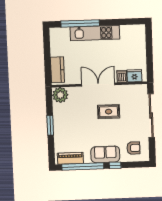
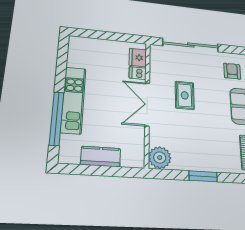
kitchen counter: (57, 70) -> (101, 157), moved

